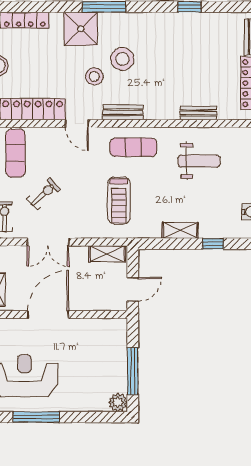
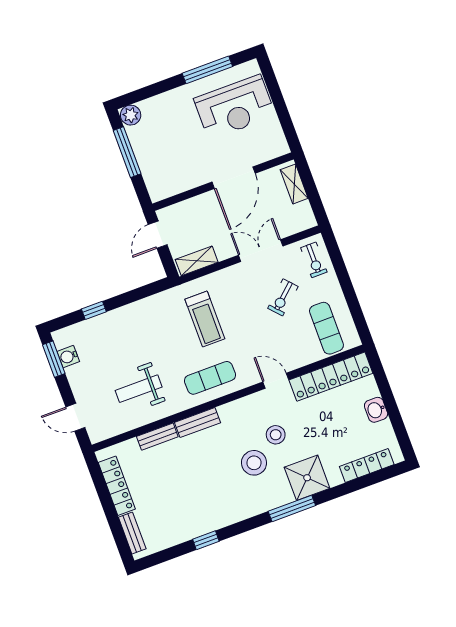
bench: (123, 112) -> (197, 423), moved
treadmill: (119, 200) -> (205, 319), turned 180
shelving: (180, 230) -> (132, 312), removed

